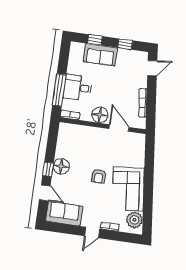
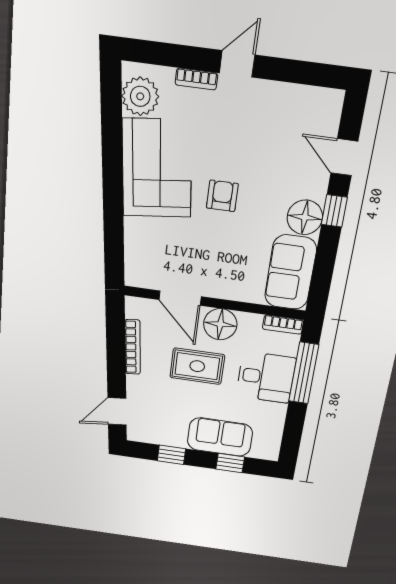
rug: (111, 93) -> (197, 366), added
sofa: (64, 214) -> (290, 272), moved, turned 90

